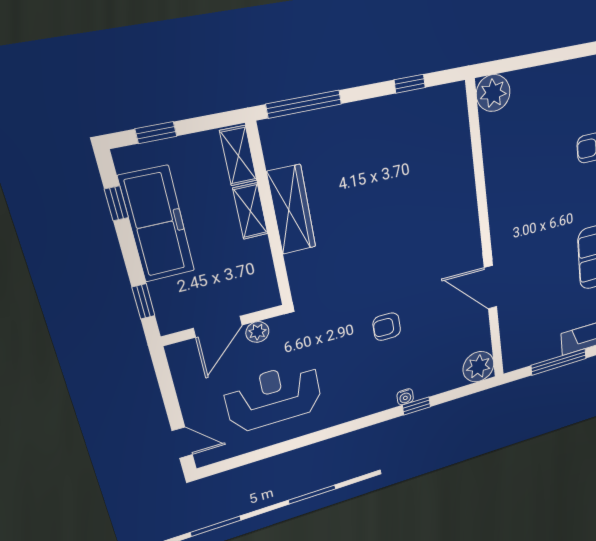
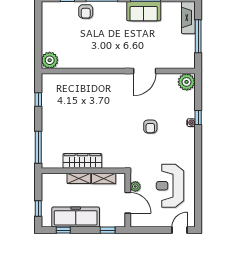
shelving: (238, 156) -> (104, 179), moved

